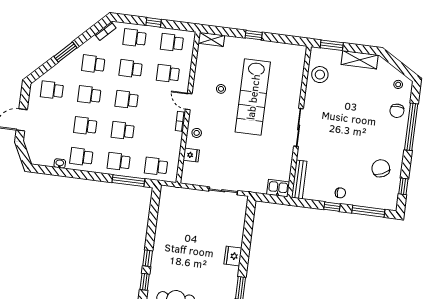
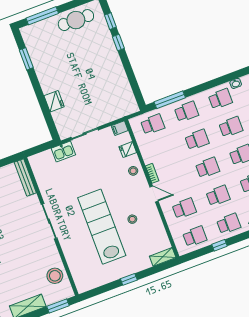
filing cabinet: (188, 179) -> (120, 128), added
kitchen sink: (278, 188) -> (63, 152), moved
fridge: (233, 256) -> (54, 101), moved

